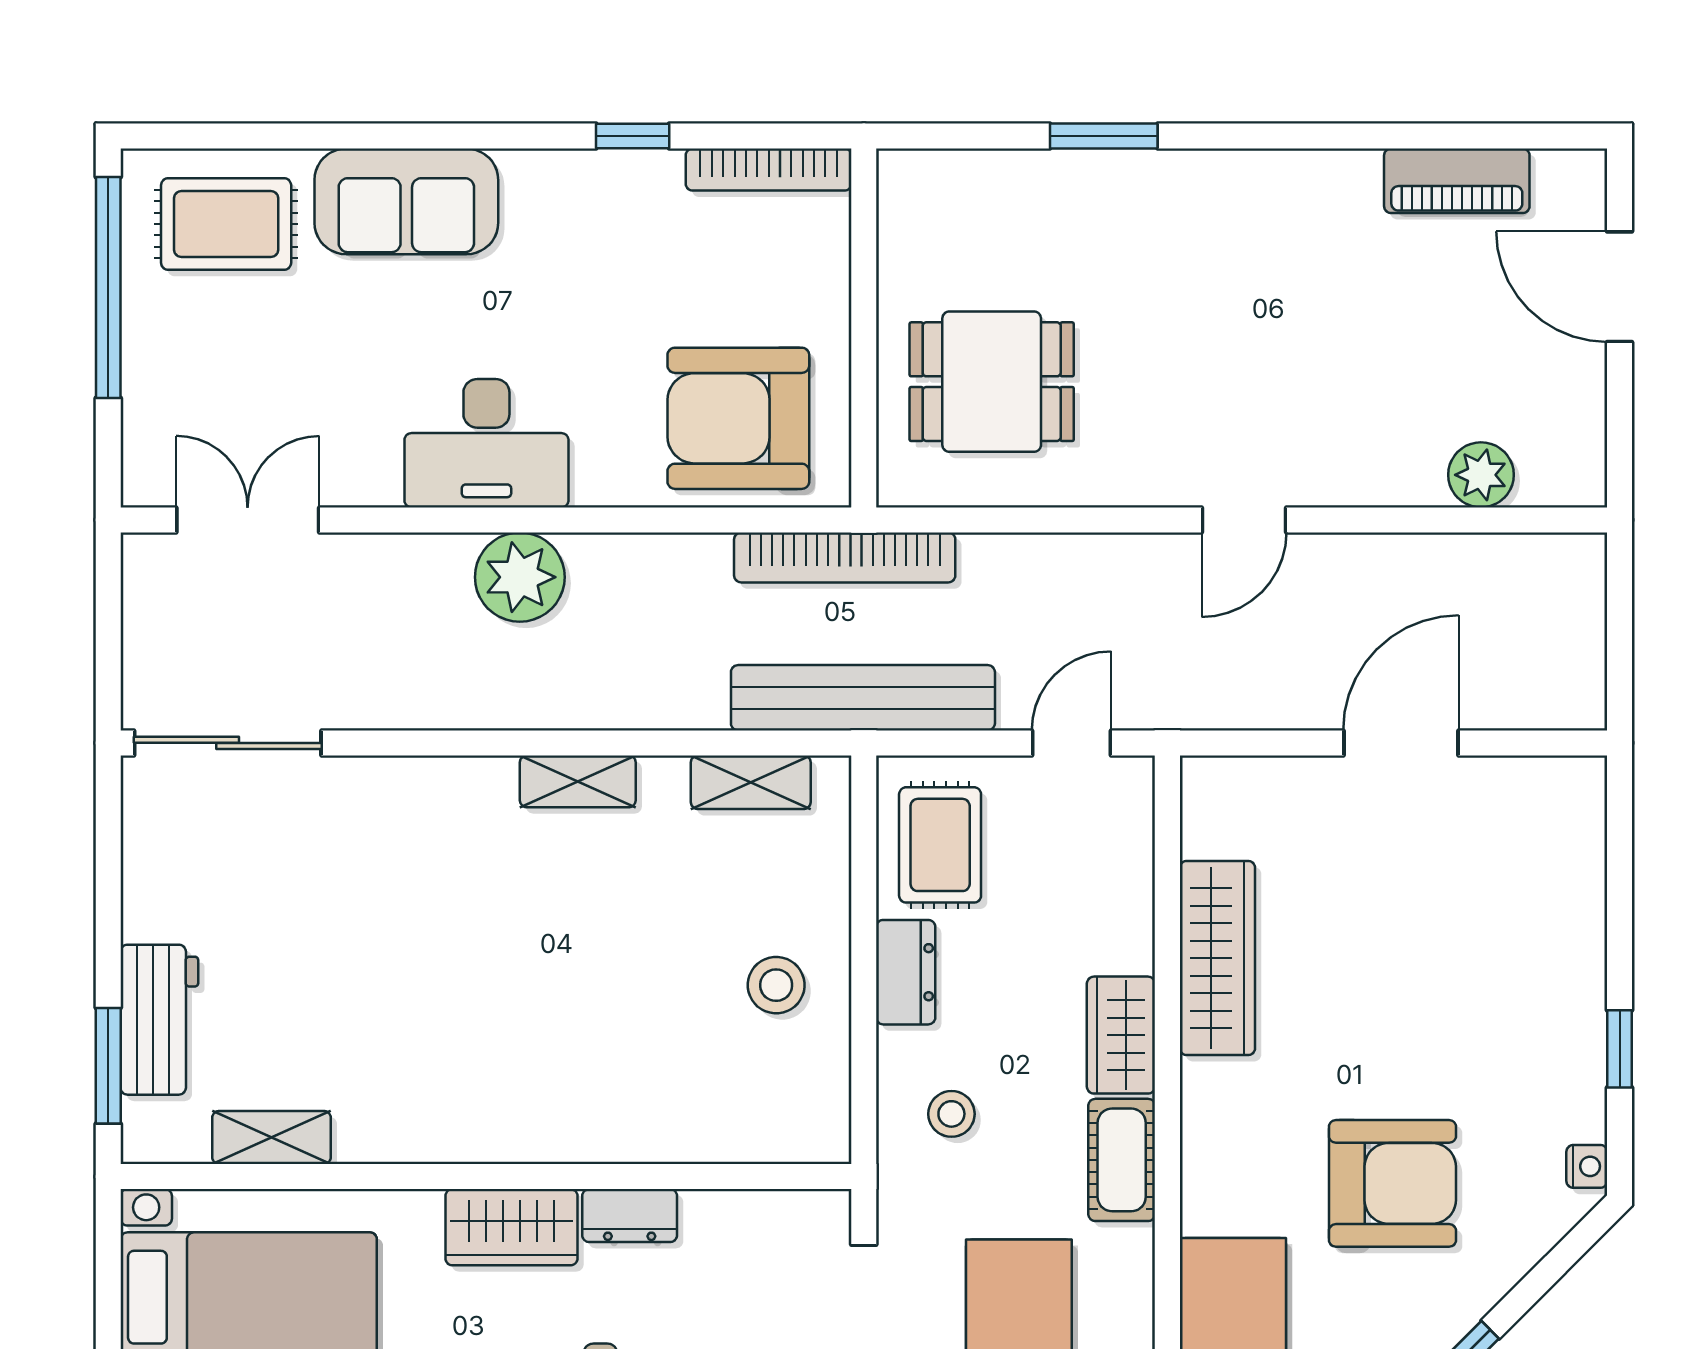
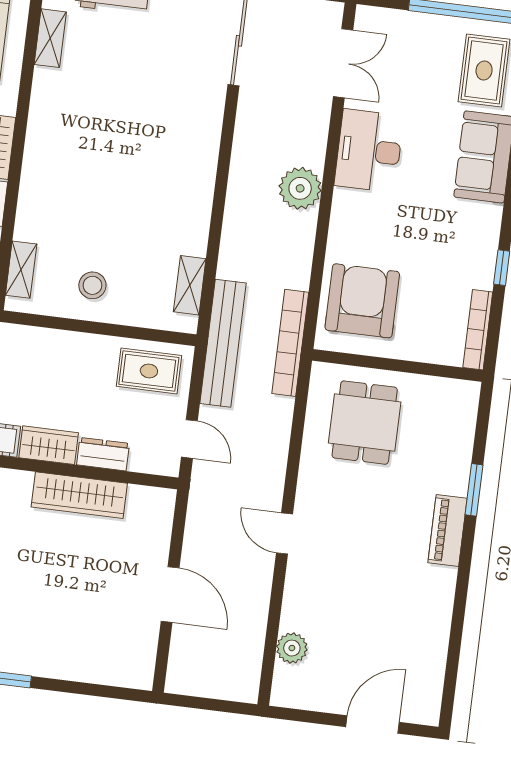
piano: (1457, 181) -> (447, 530), moved
desk: (486, 443) -> (369, 151), moved
shelving: (578, 781) -> (21, 270), moved
dresser: (906, 972) -> (103, 454), moved, turned 180
stool: (951, 1114) -> (21, 361), removed

